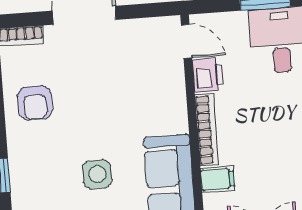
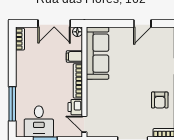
armchair: (35, 103) -> (160, 100), turned 180
side table: (97, 174) -> (132, 63), removed

